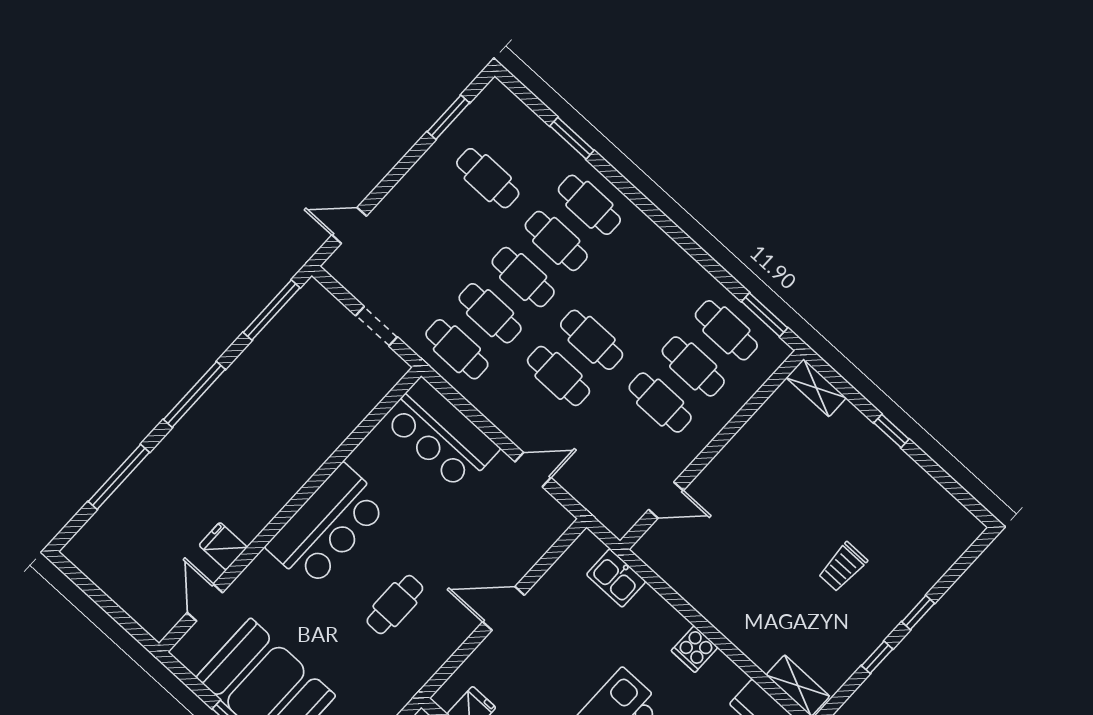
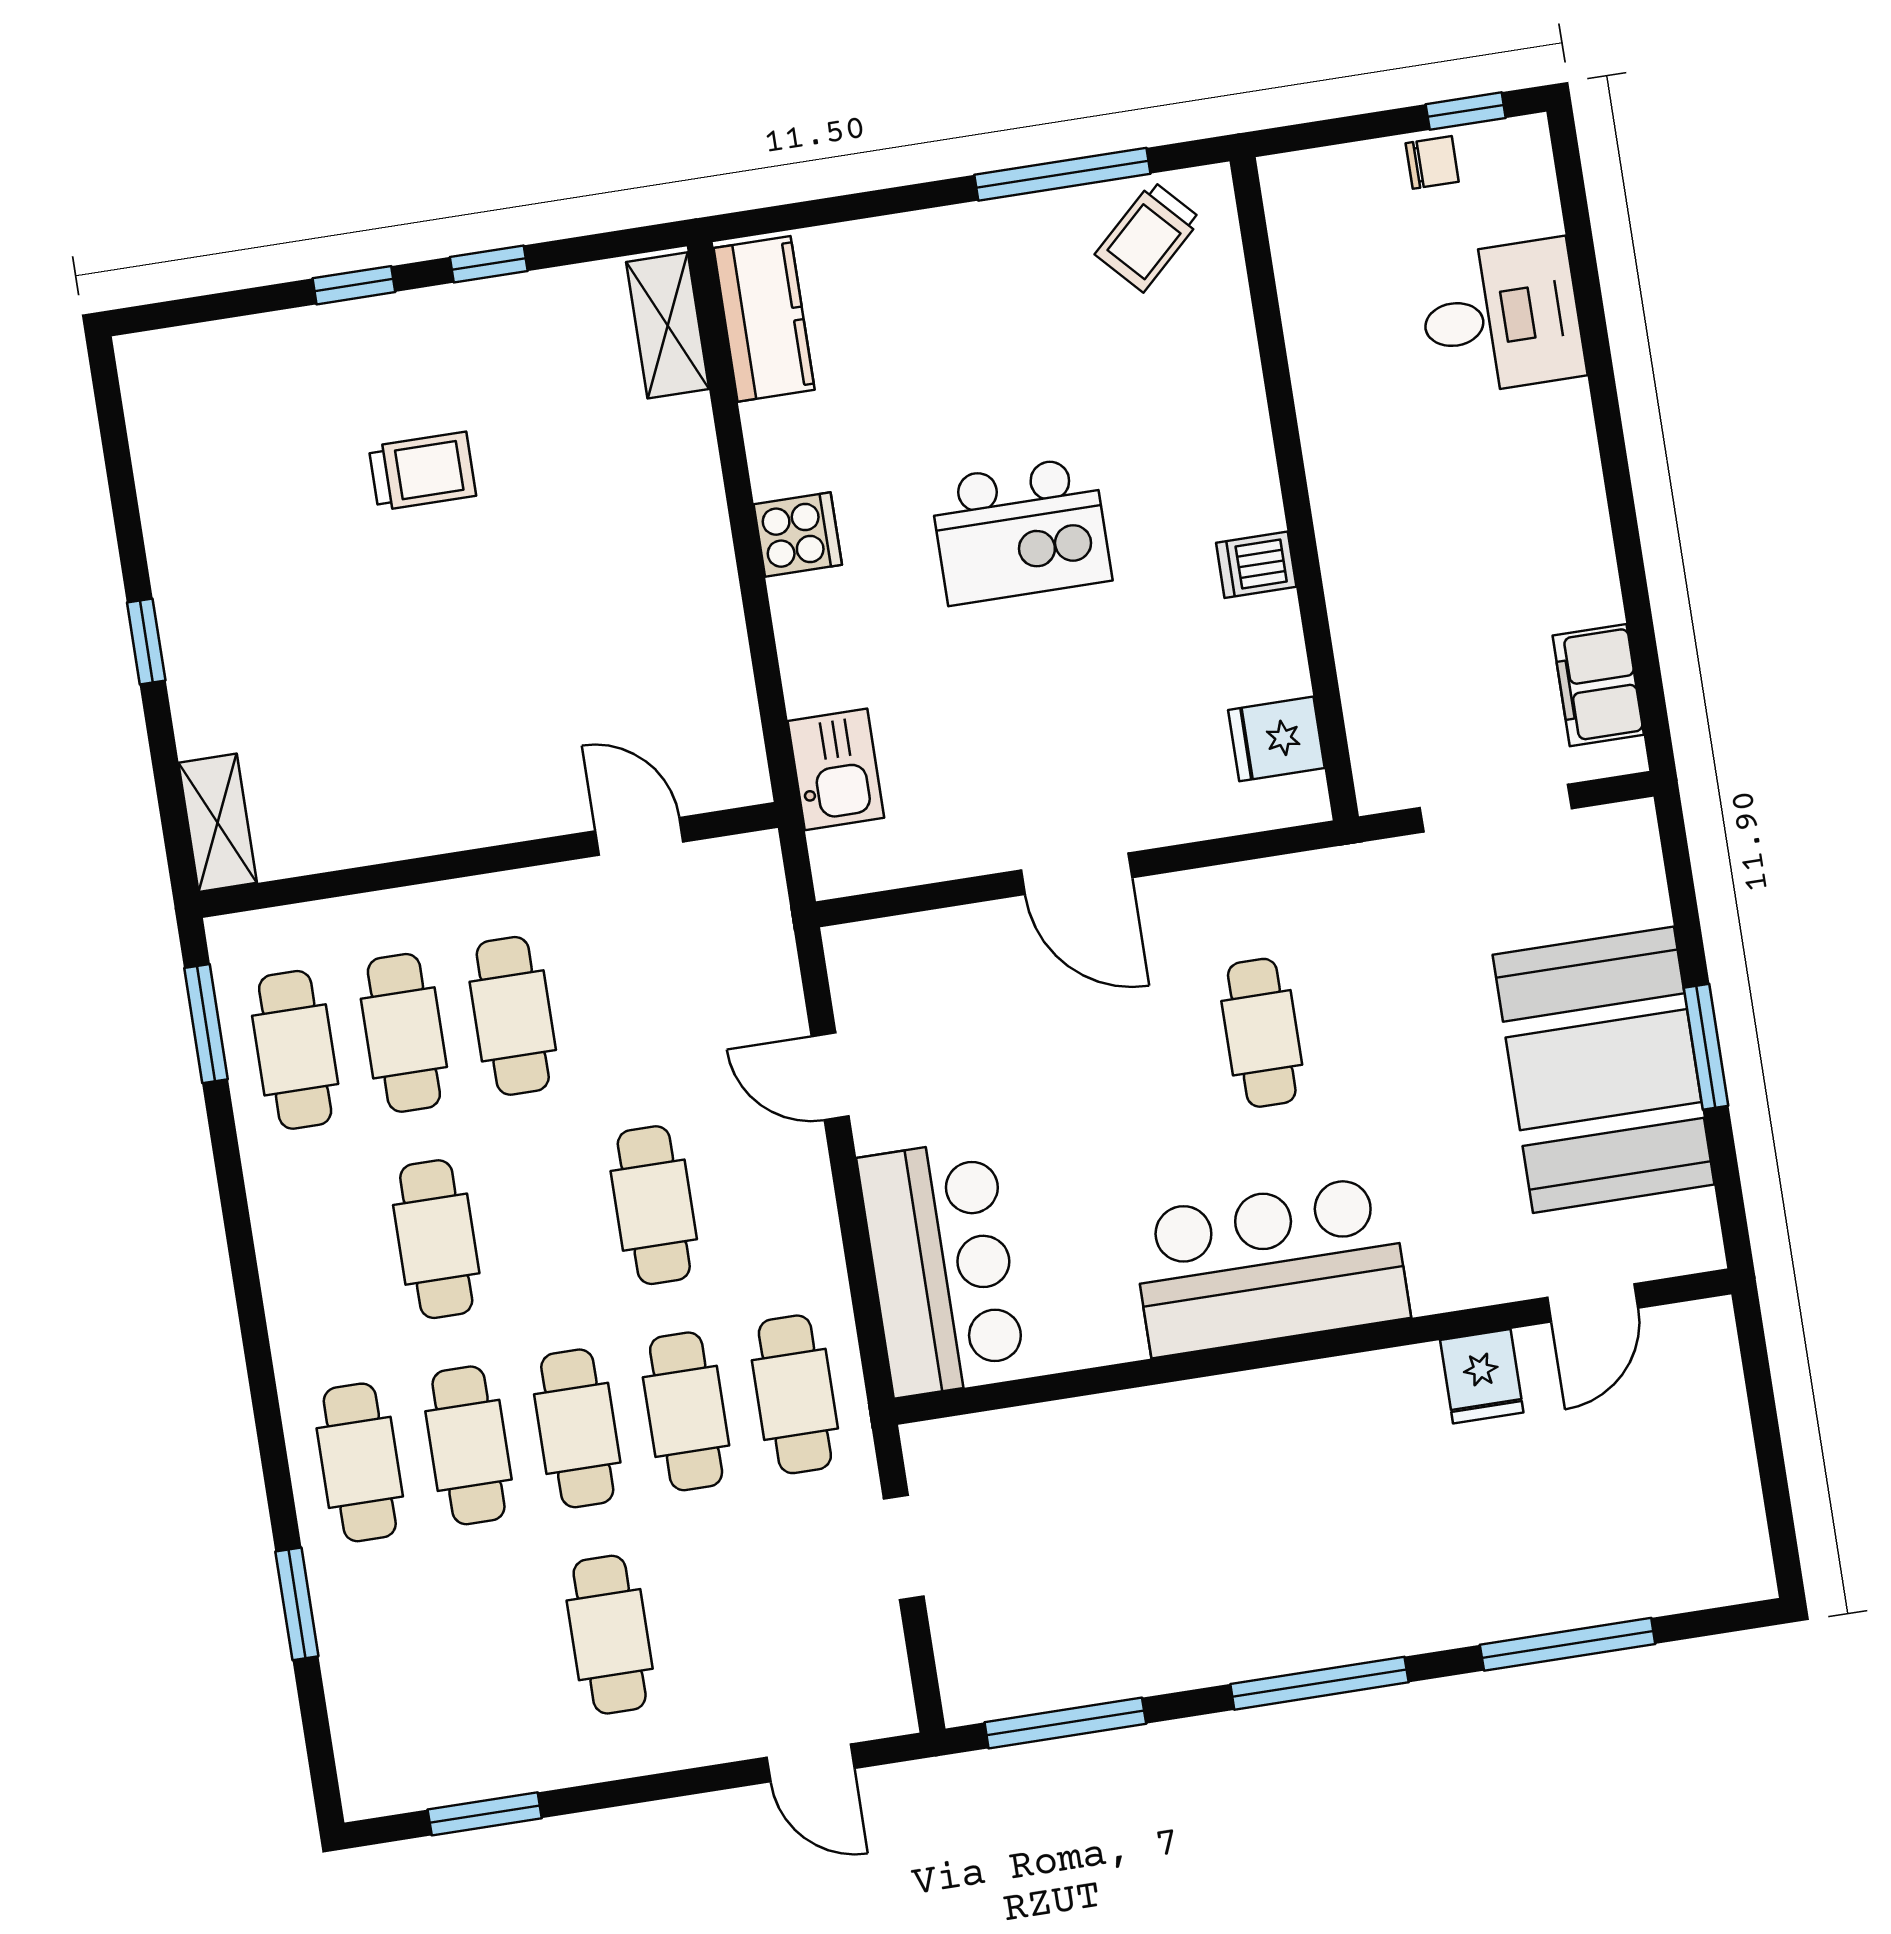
cafe table: (488, 178) -> (610, 1635), moved
cafe table: (592, 340) -> (436, 1239), moved
cafe table: (395, 605) -> (1262, 1033), turned 90

